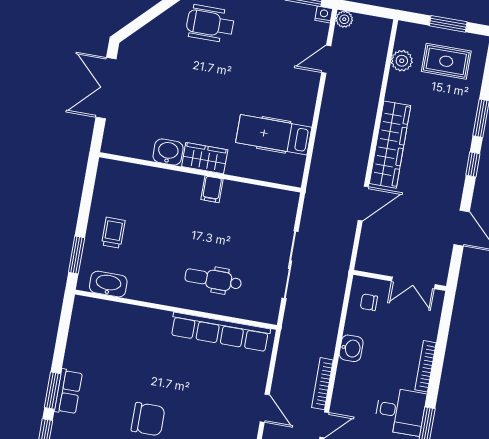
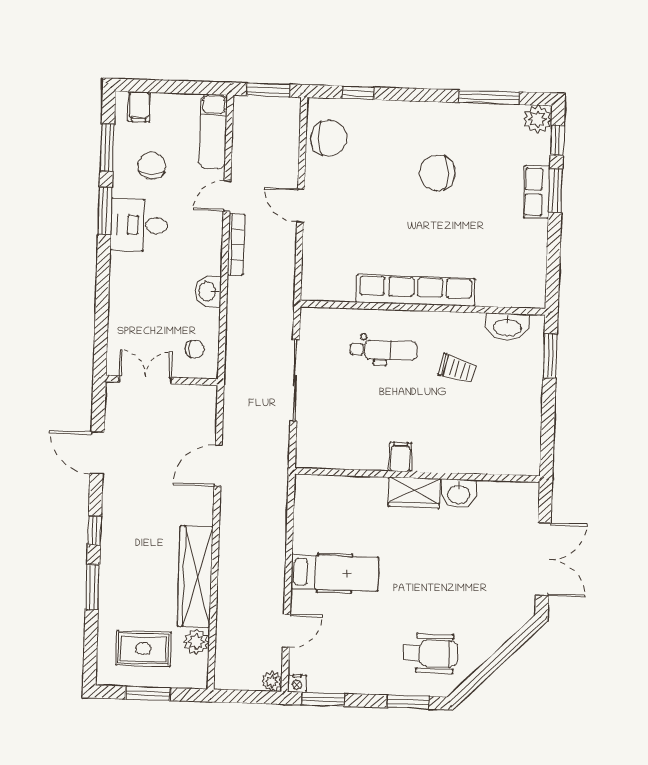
hospital bed: (274, 135) -> (335, 573), moved
wardrobe: (390, 145) -> (195, 576), moved
trolley: (113, 233) -> (458, 369), moved, turned -75
row of seats: (220, 332) -> (416, 290), moved
bookcase: (426, 366) -> (117, 283), removed

